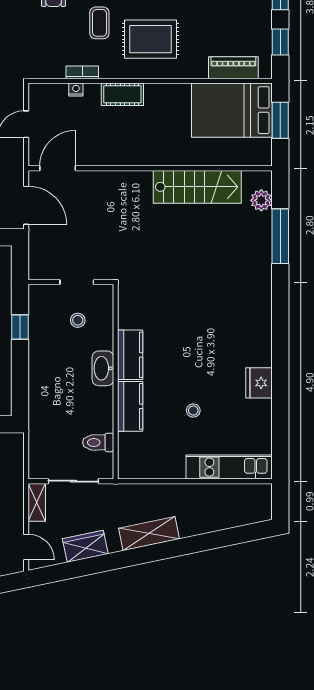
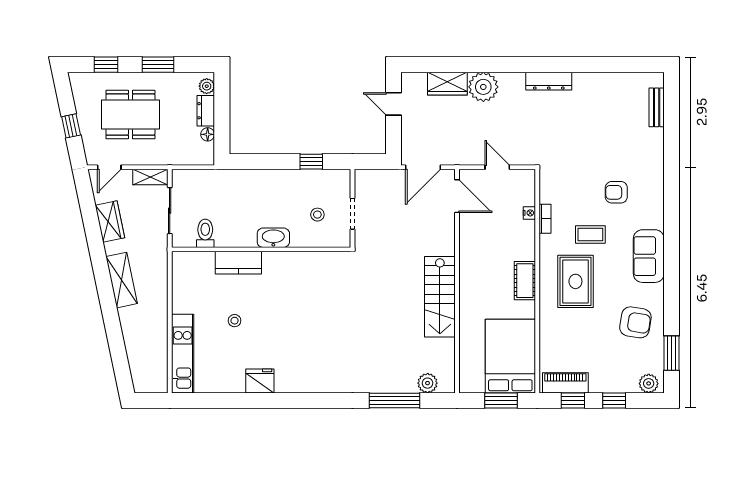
piano: (233, 68) -> (565, 383), moved, turned -90
cot: (122, 94) -> (525, 281), moved
stairs: (197, 187) -> (440, 297), moved
kitchen counter: (130, 355) -> (286, 263), removed

